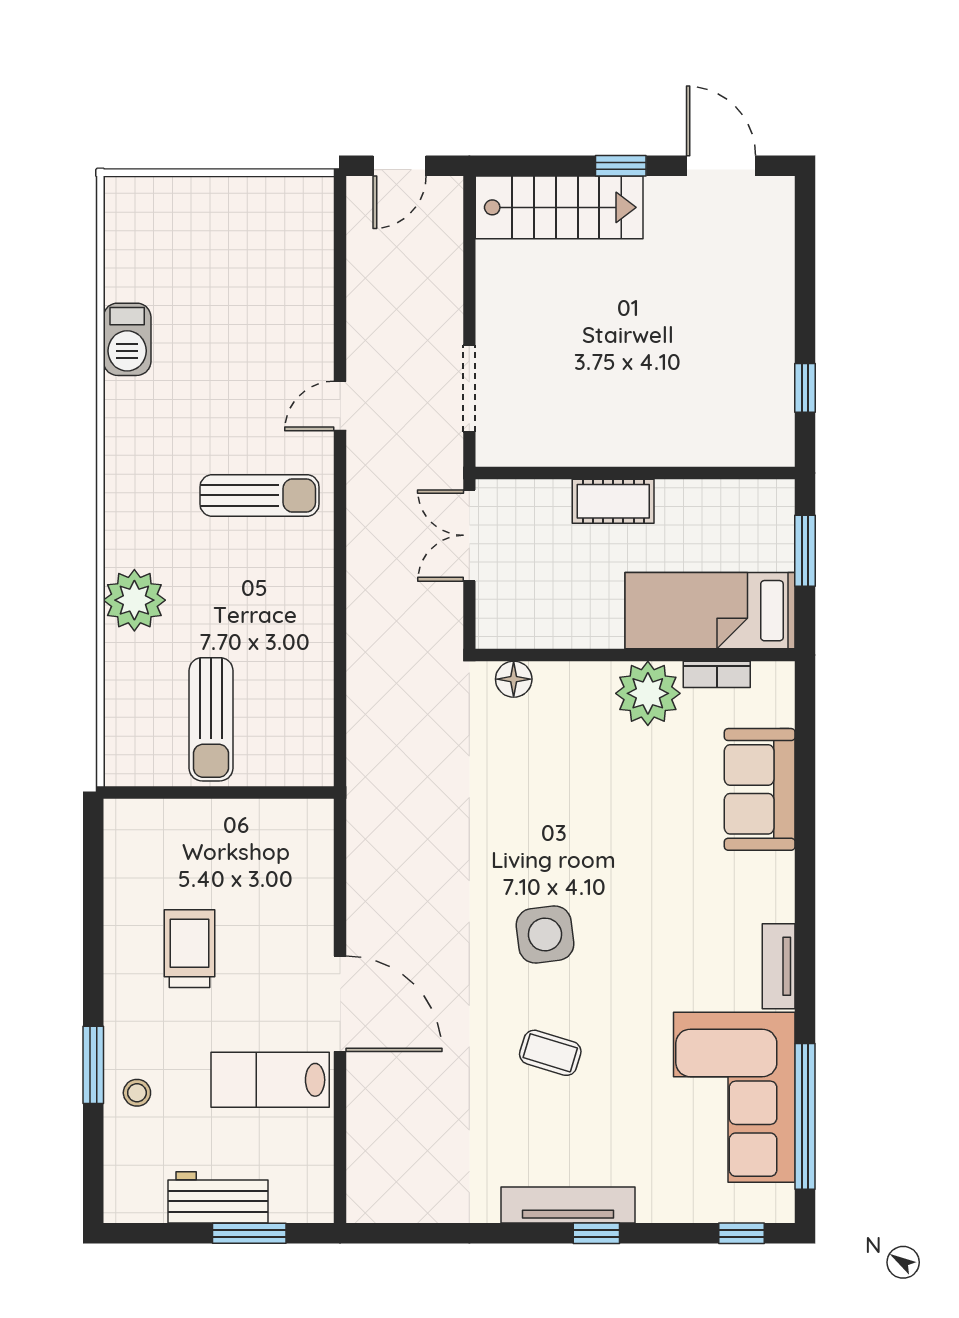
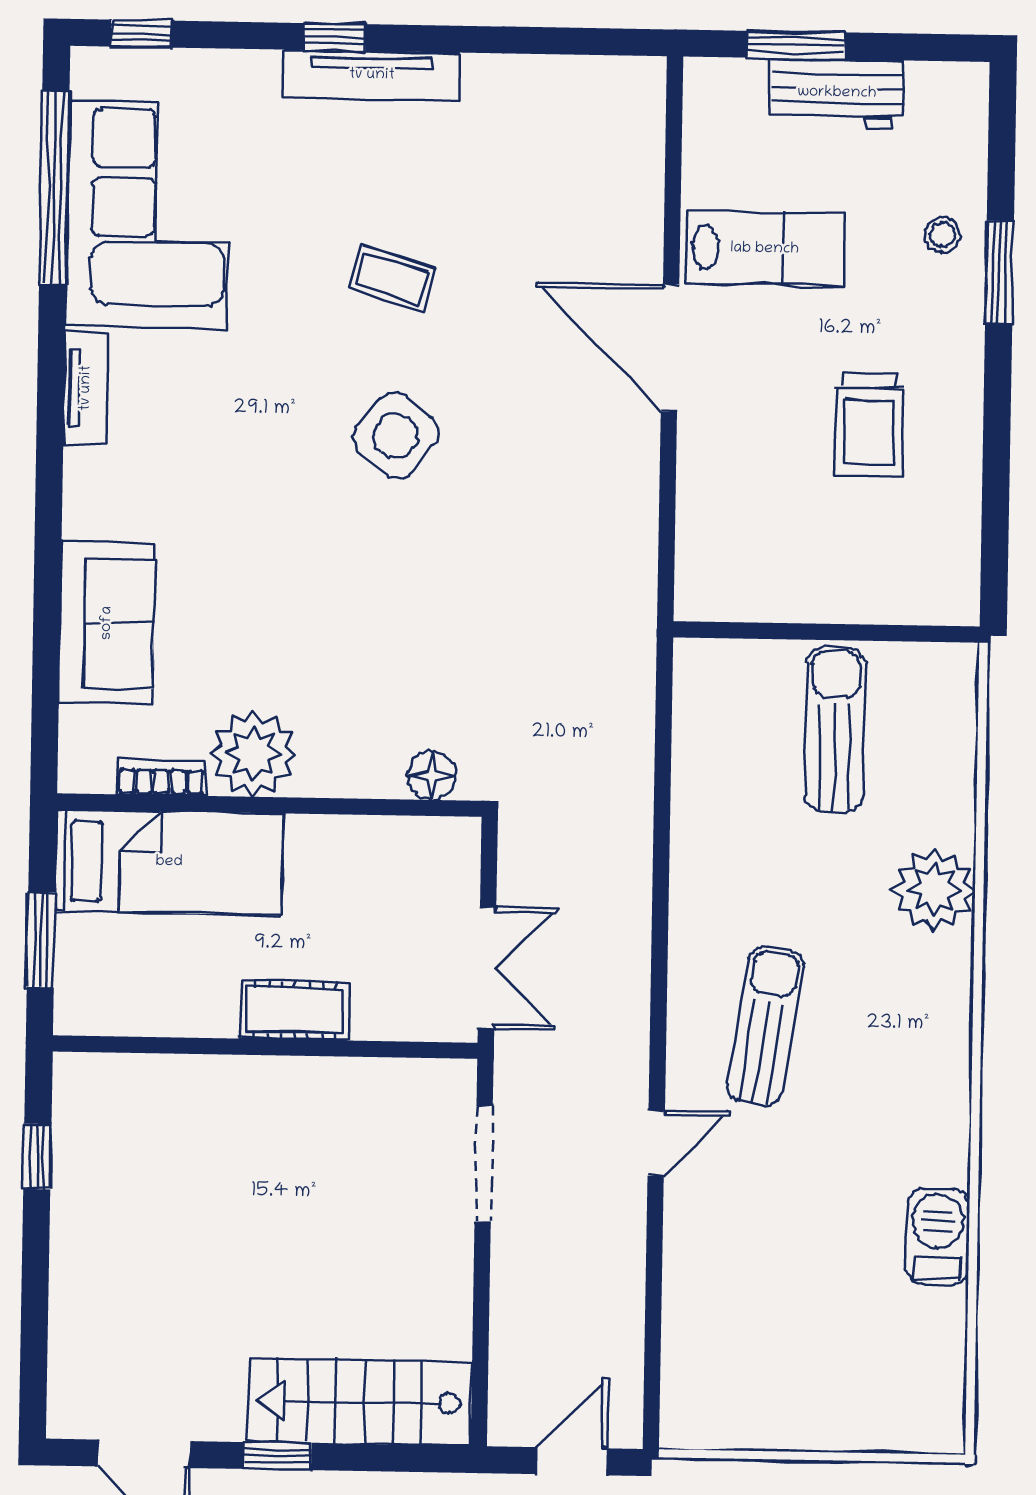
sun lounger: (260, 495) -> (765, 1026), turned 99
side table: (545, 934) -> (396, 436), turned 45

